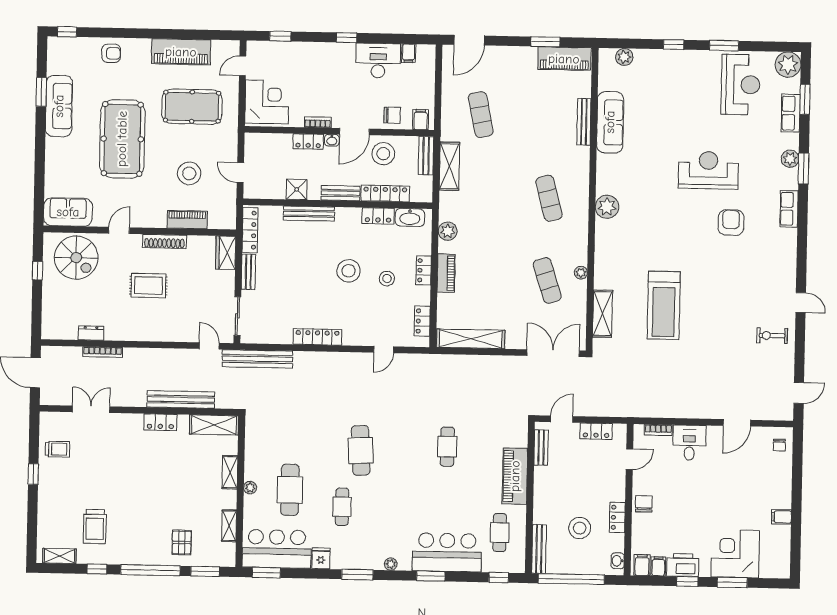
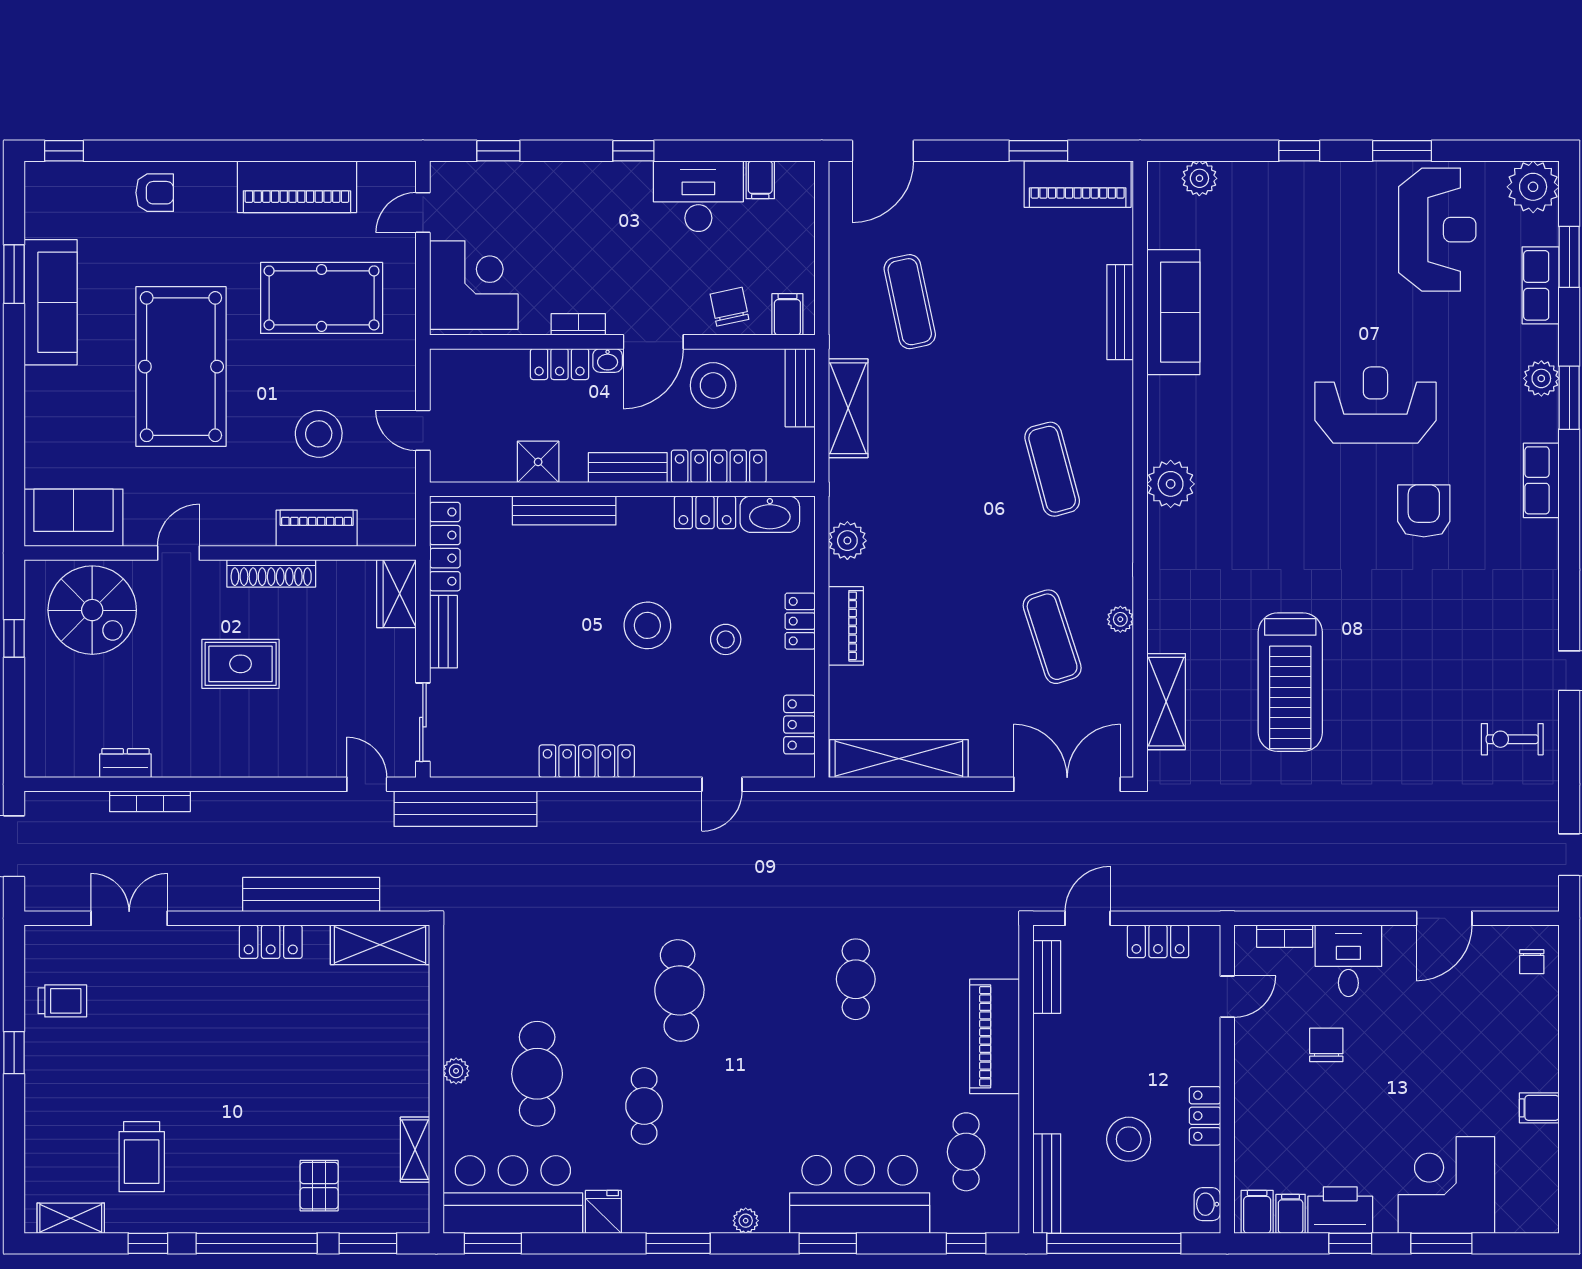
chair: (392, 115) -> (729, 307), turned -102
shelving: (230, 472) -> (414, 1040), removed
chair: (644, 504) -> (1326, 1045), moved

